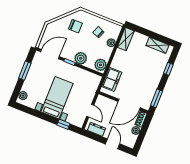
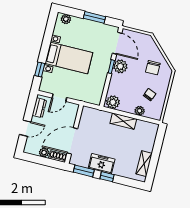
shelving: (126, 39) -> (123, 121), moved
plant: (81, 58) -> (120, 66), moved
window: (168, 69) -> (107, 177), moved
freezer: (112, 79) -> (102, 164), moved, turned 180
door: (129, 105) -> (72, 141), hinge flipped

